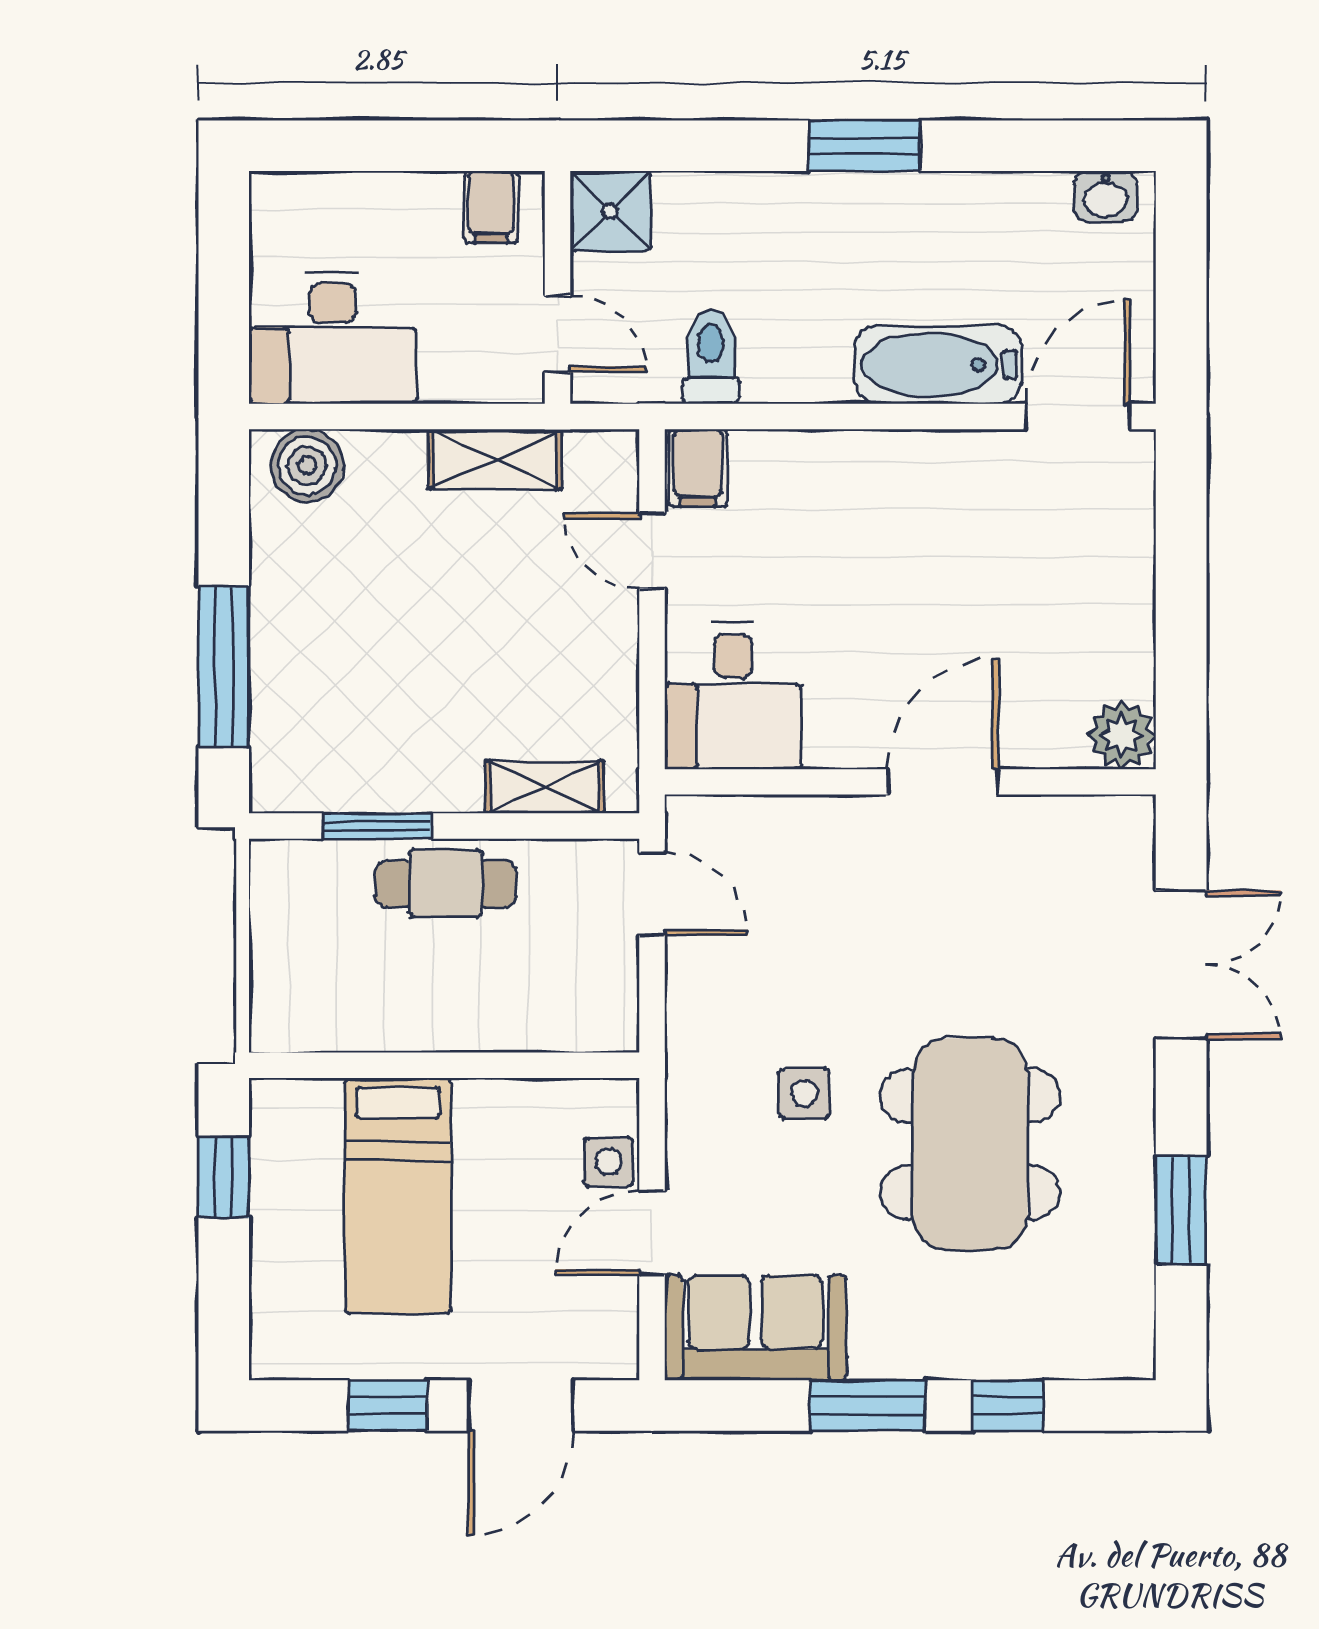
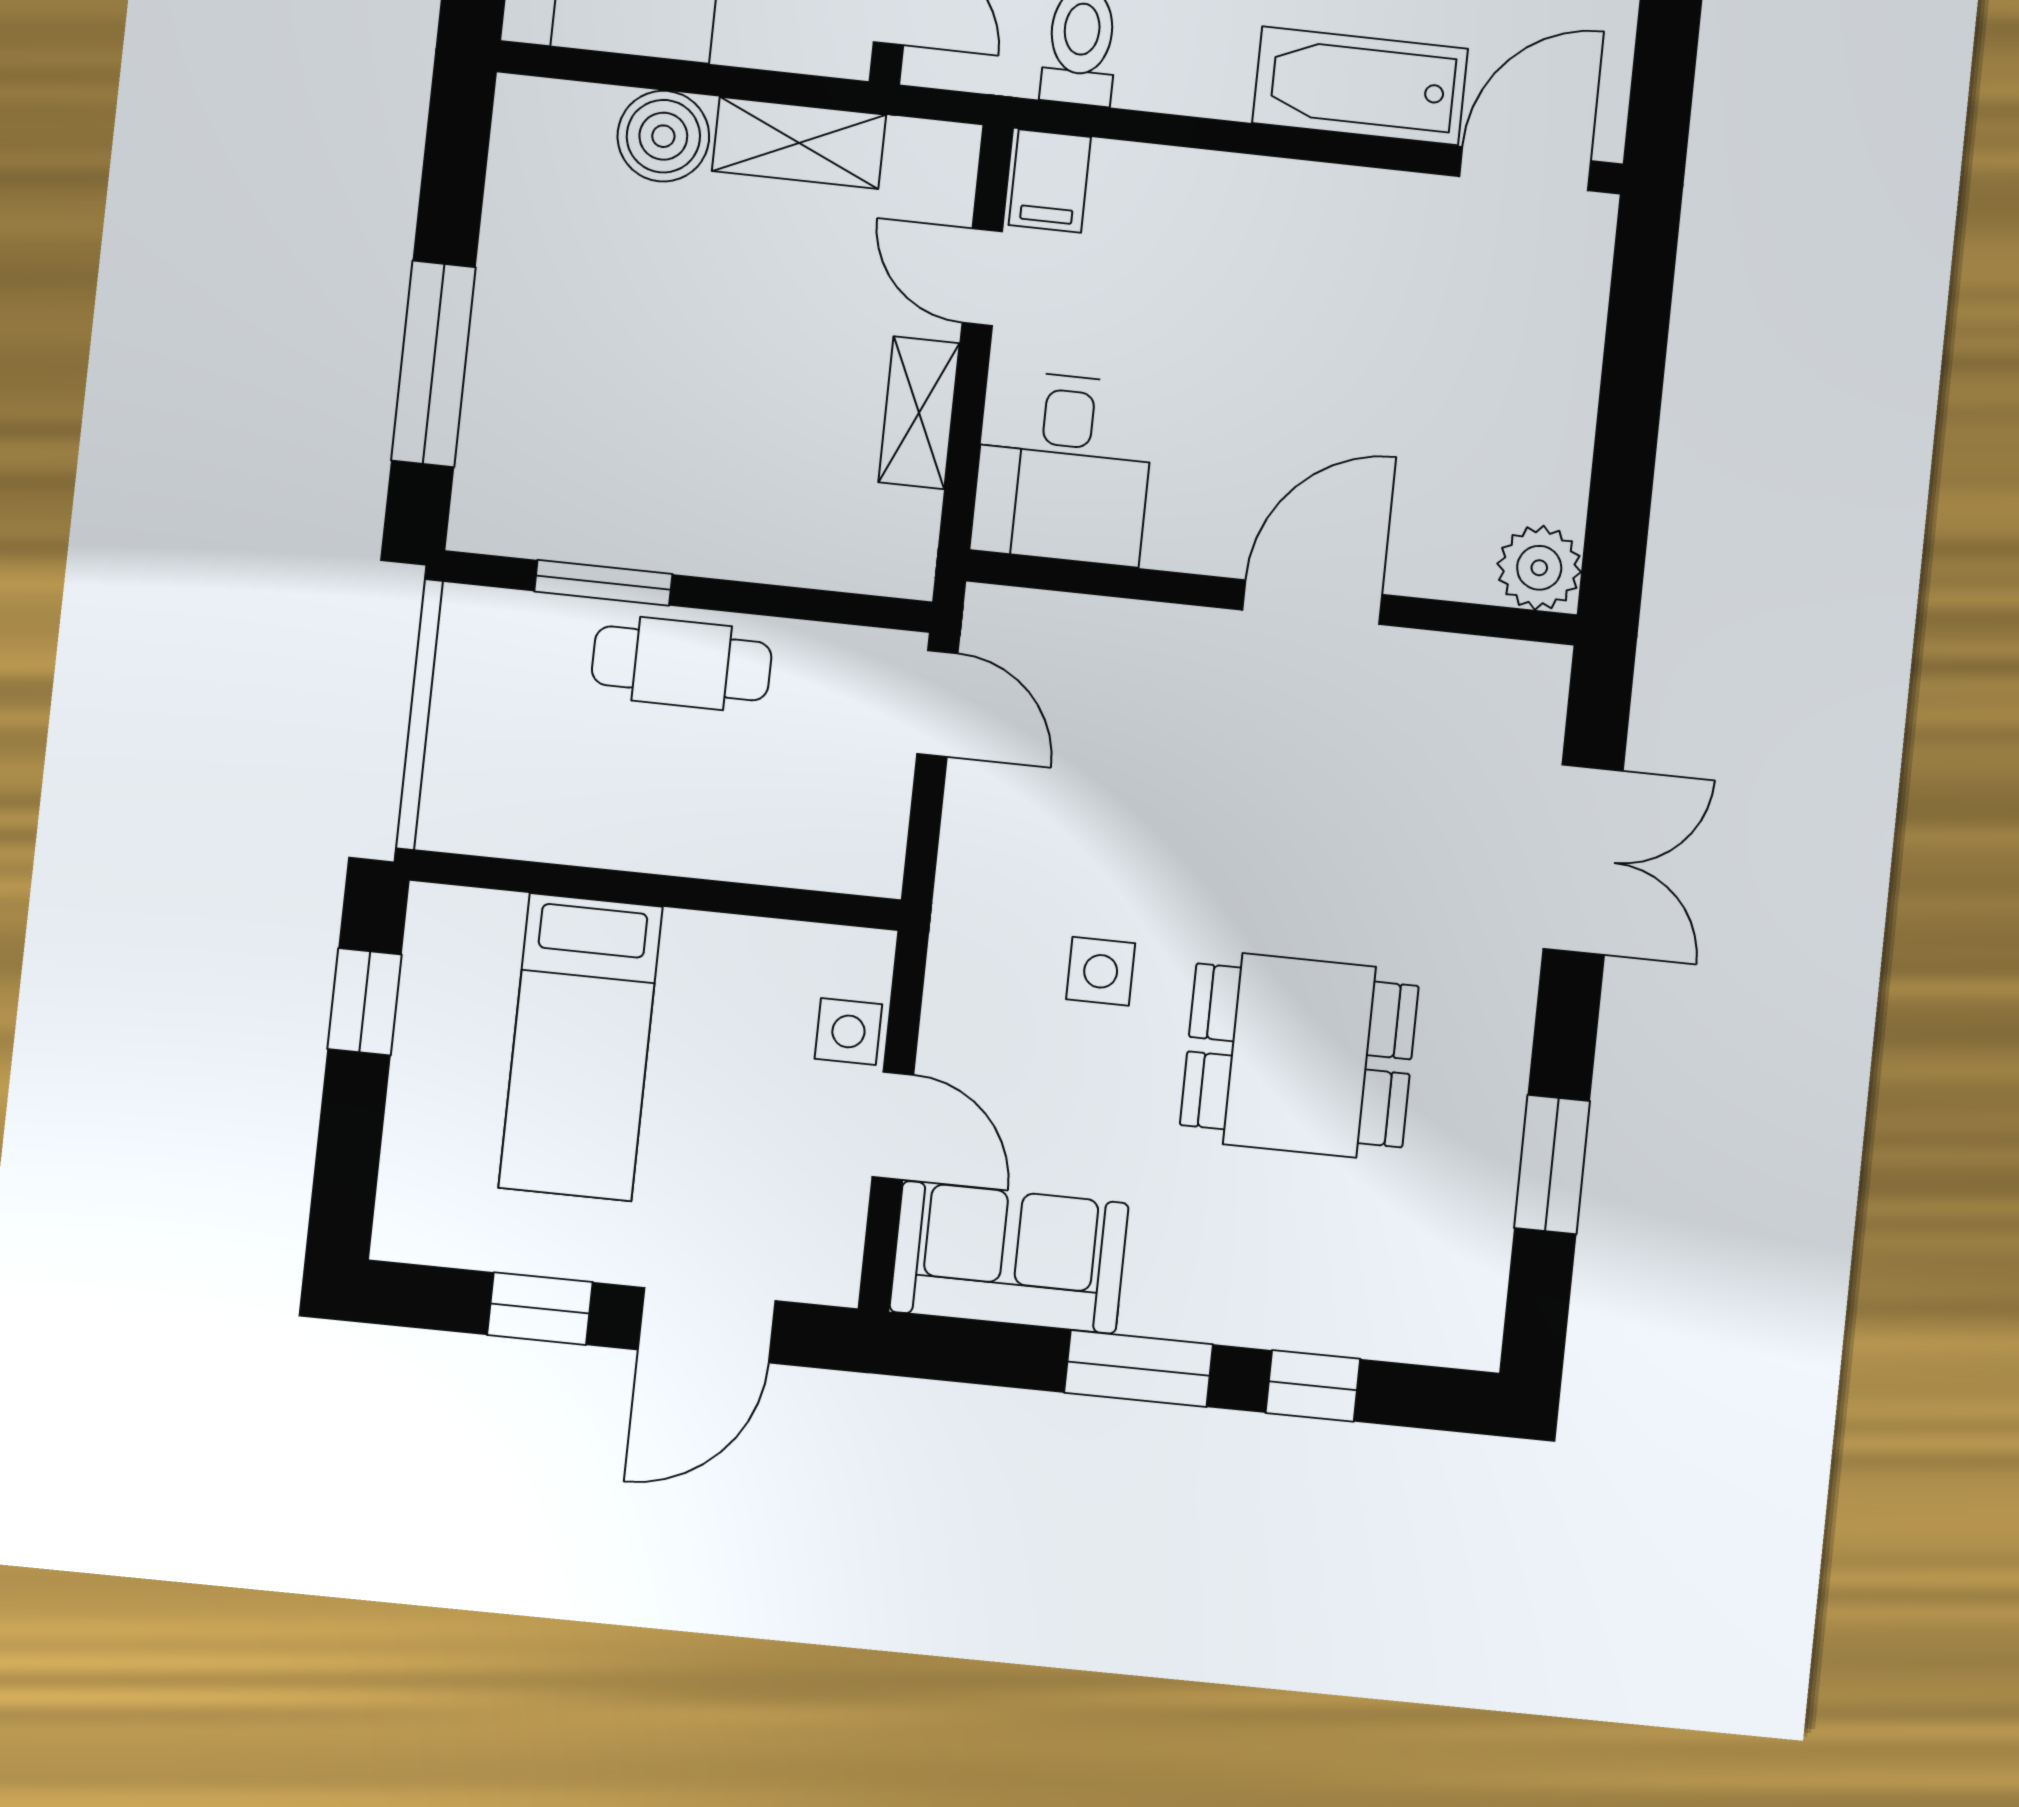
boiler: (307, 466) -> (663, 136), moved
shelving: (544, 787) -> (919, 413), moved, turned 90
dining table: (970, 1144) -> (1299, 1055), width x0.73
door: (652, 1233) -> (893, 1126), swing flipped

